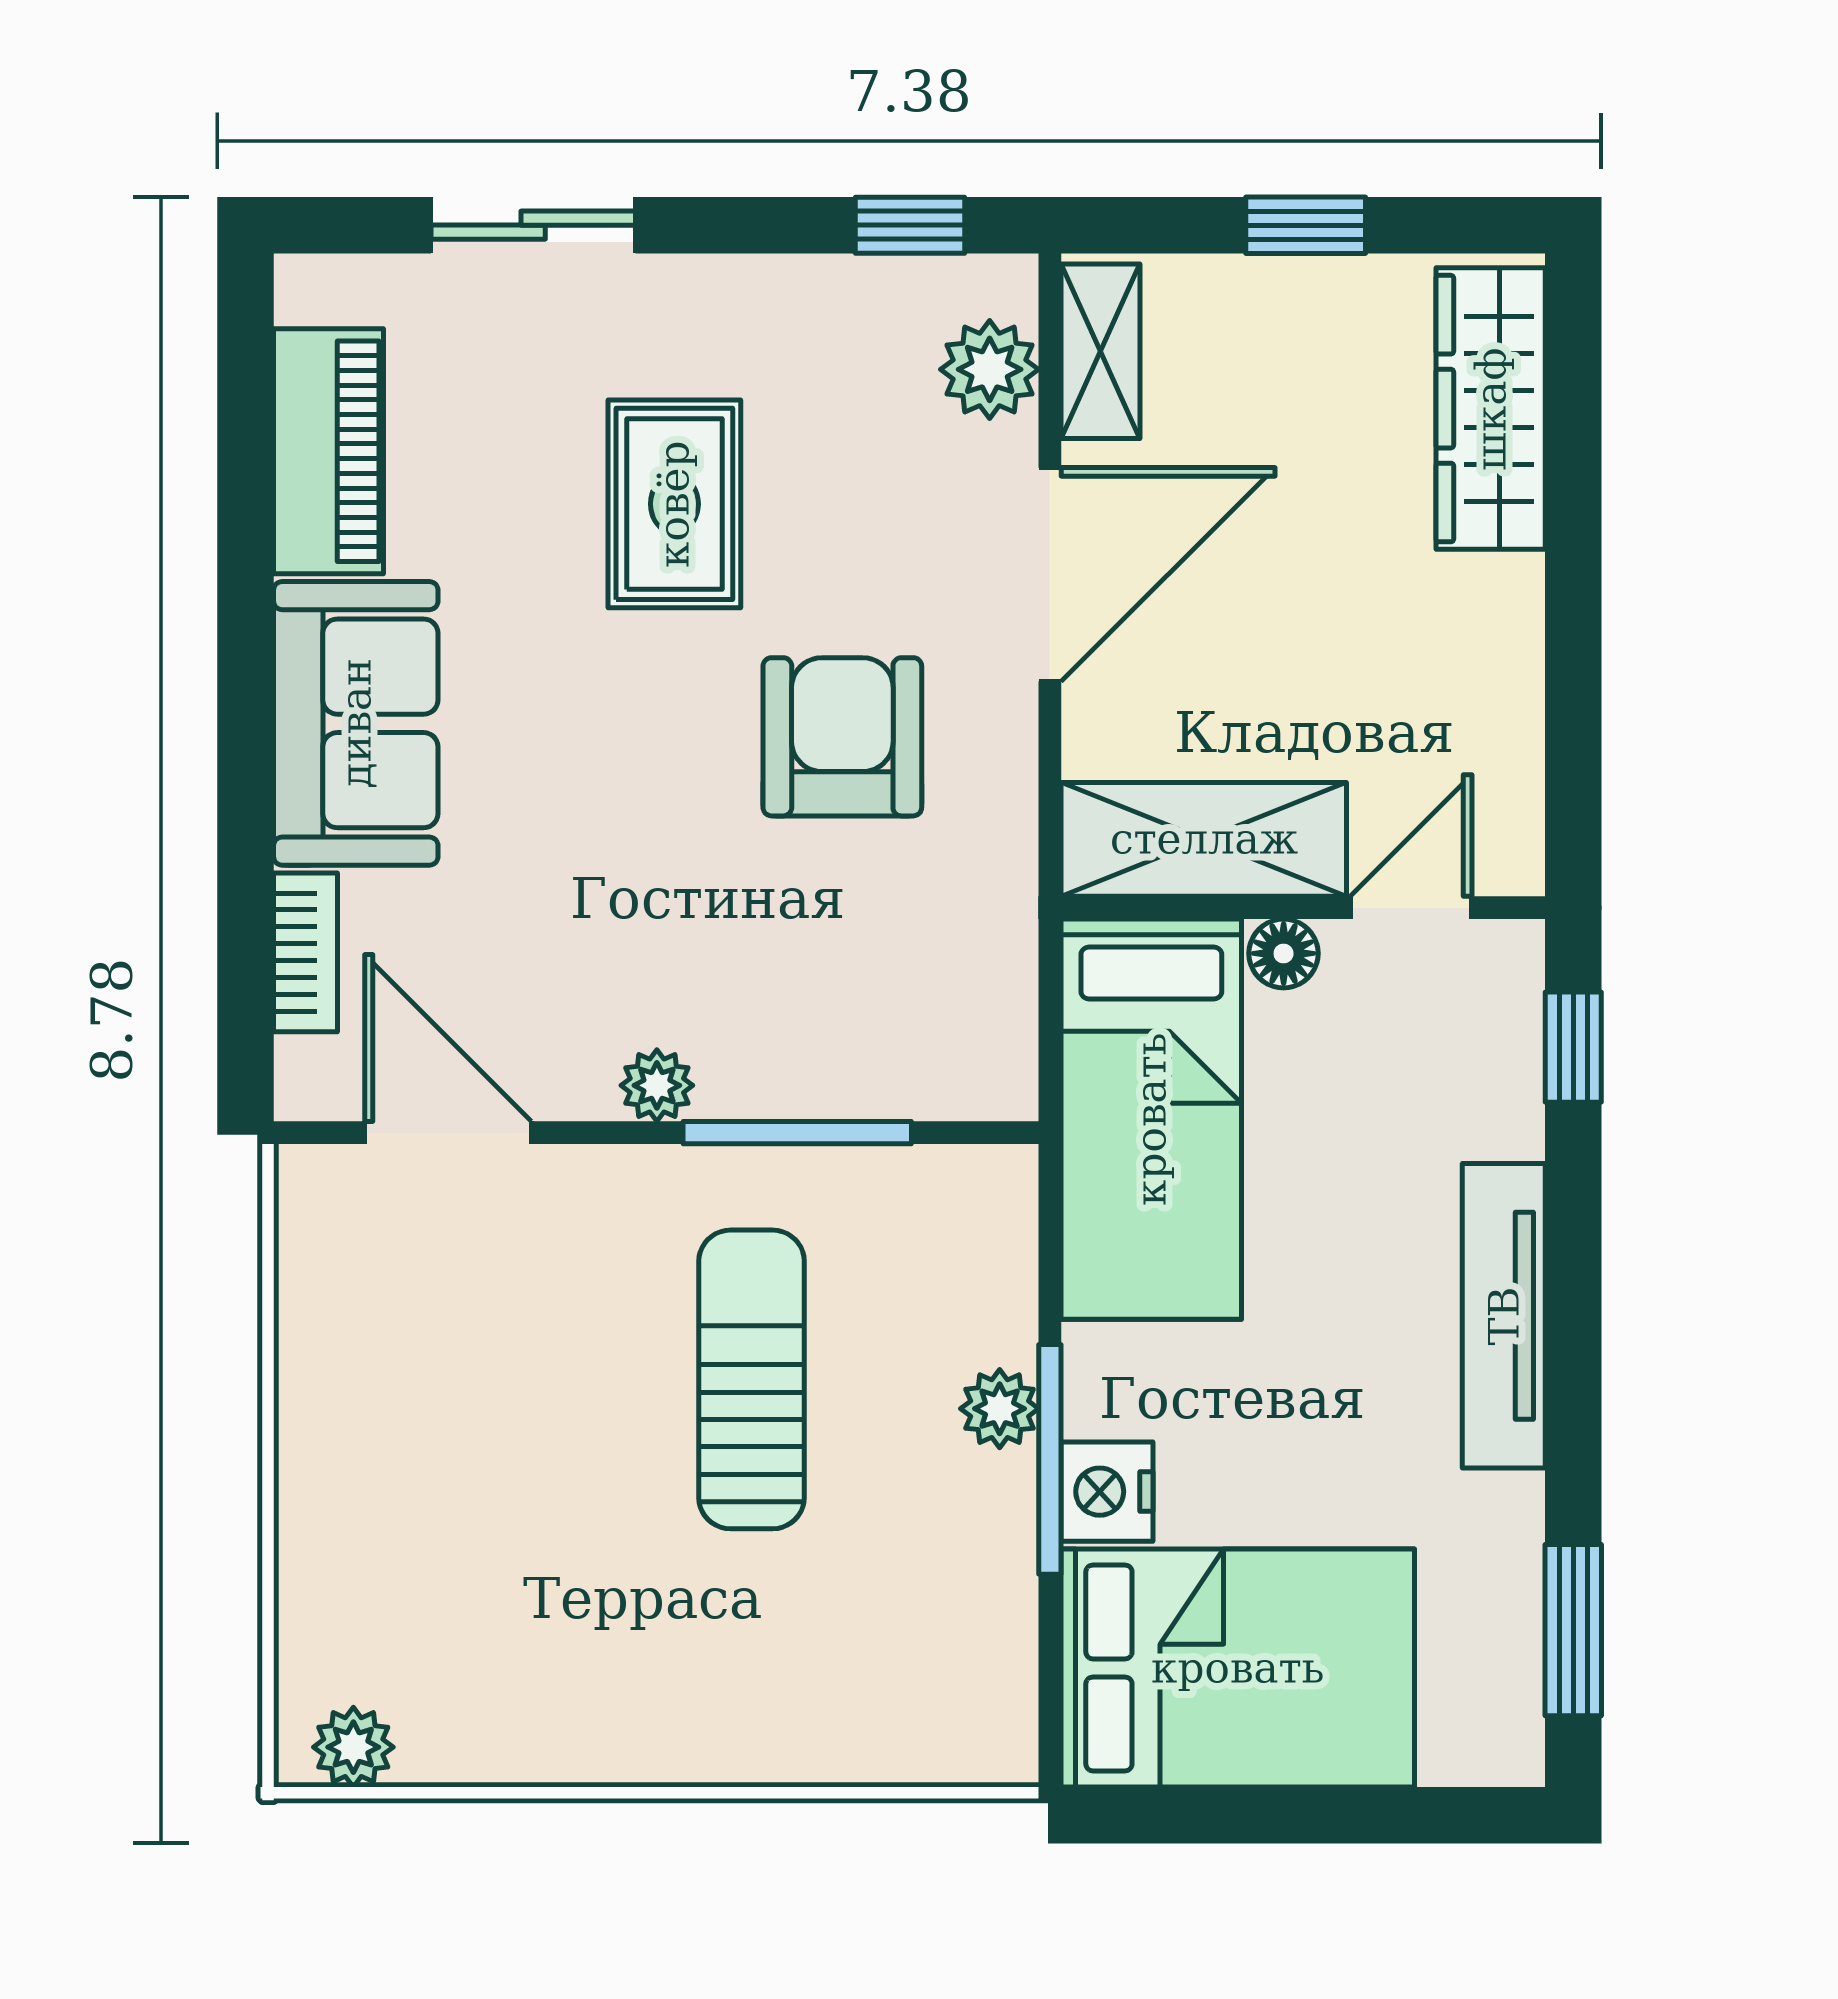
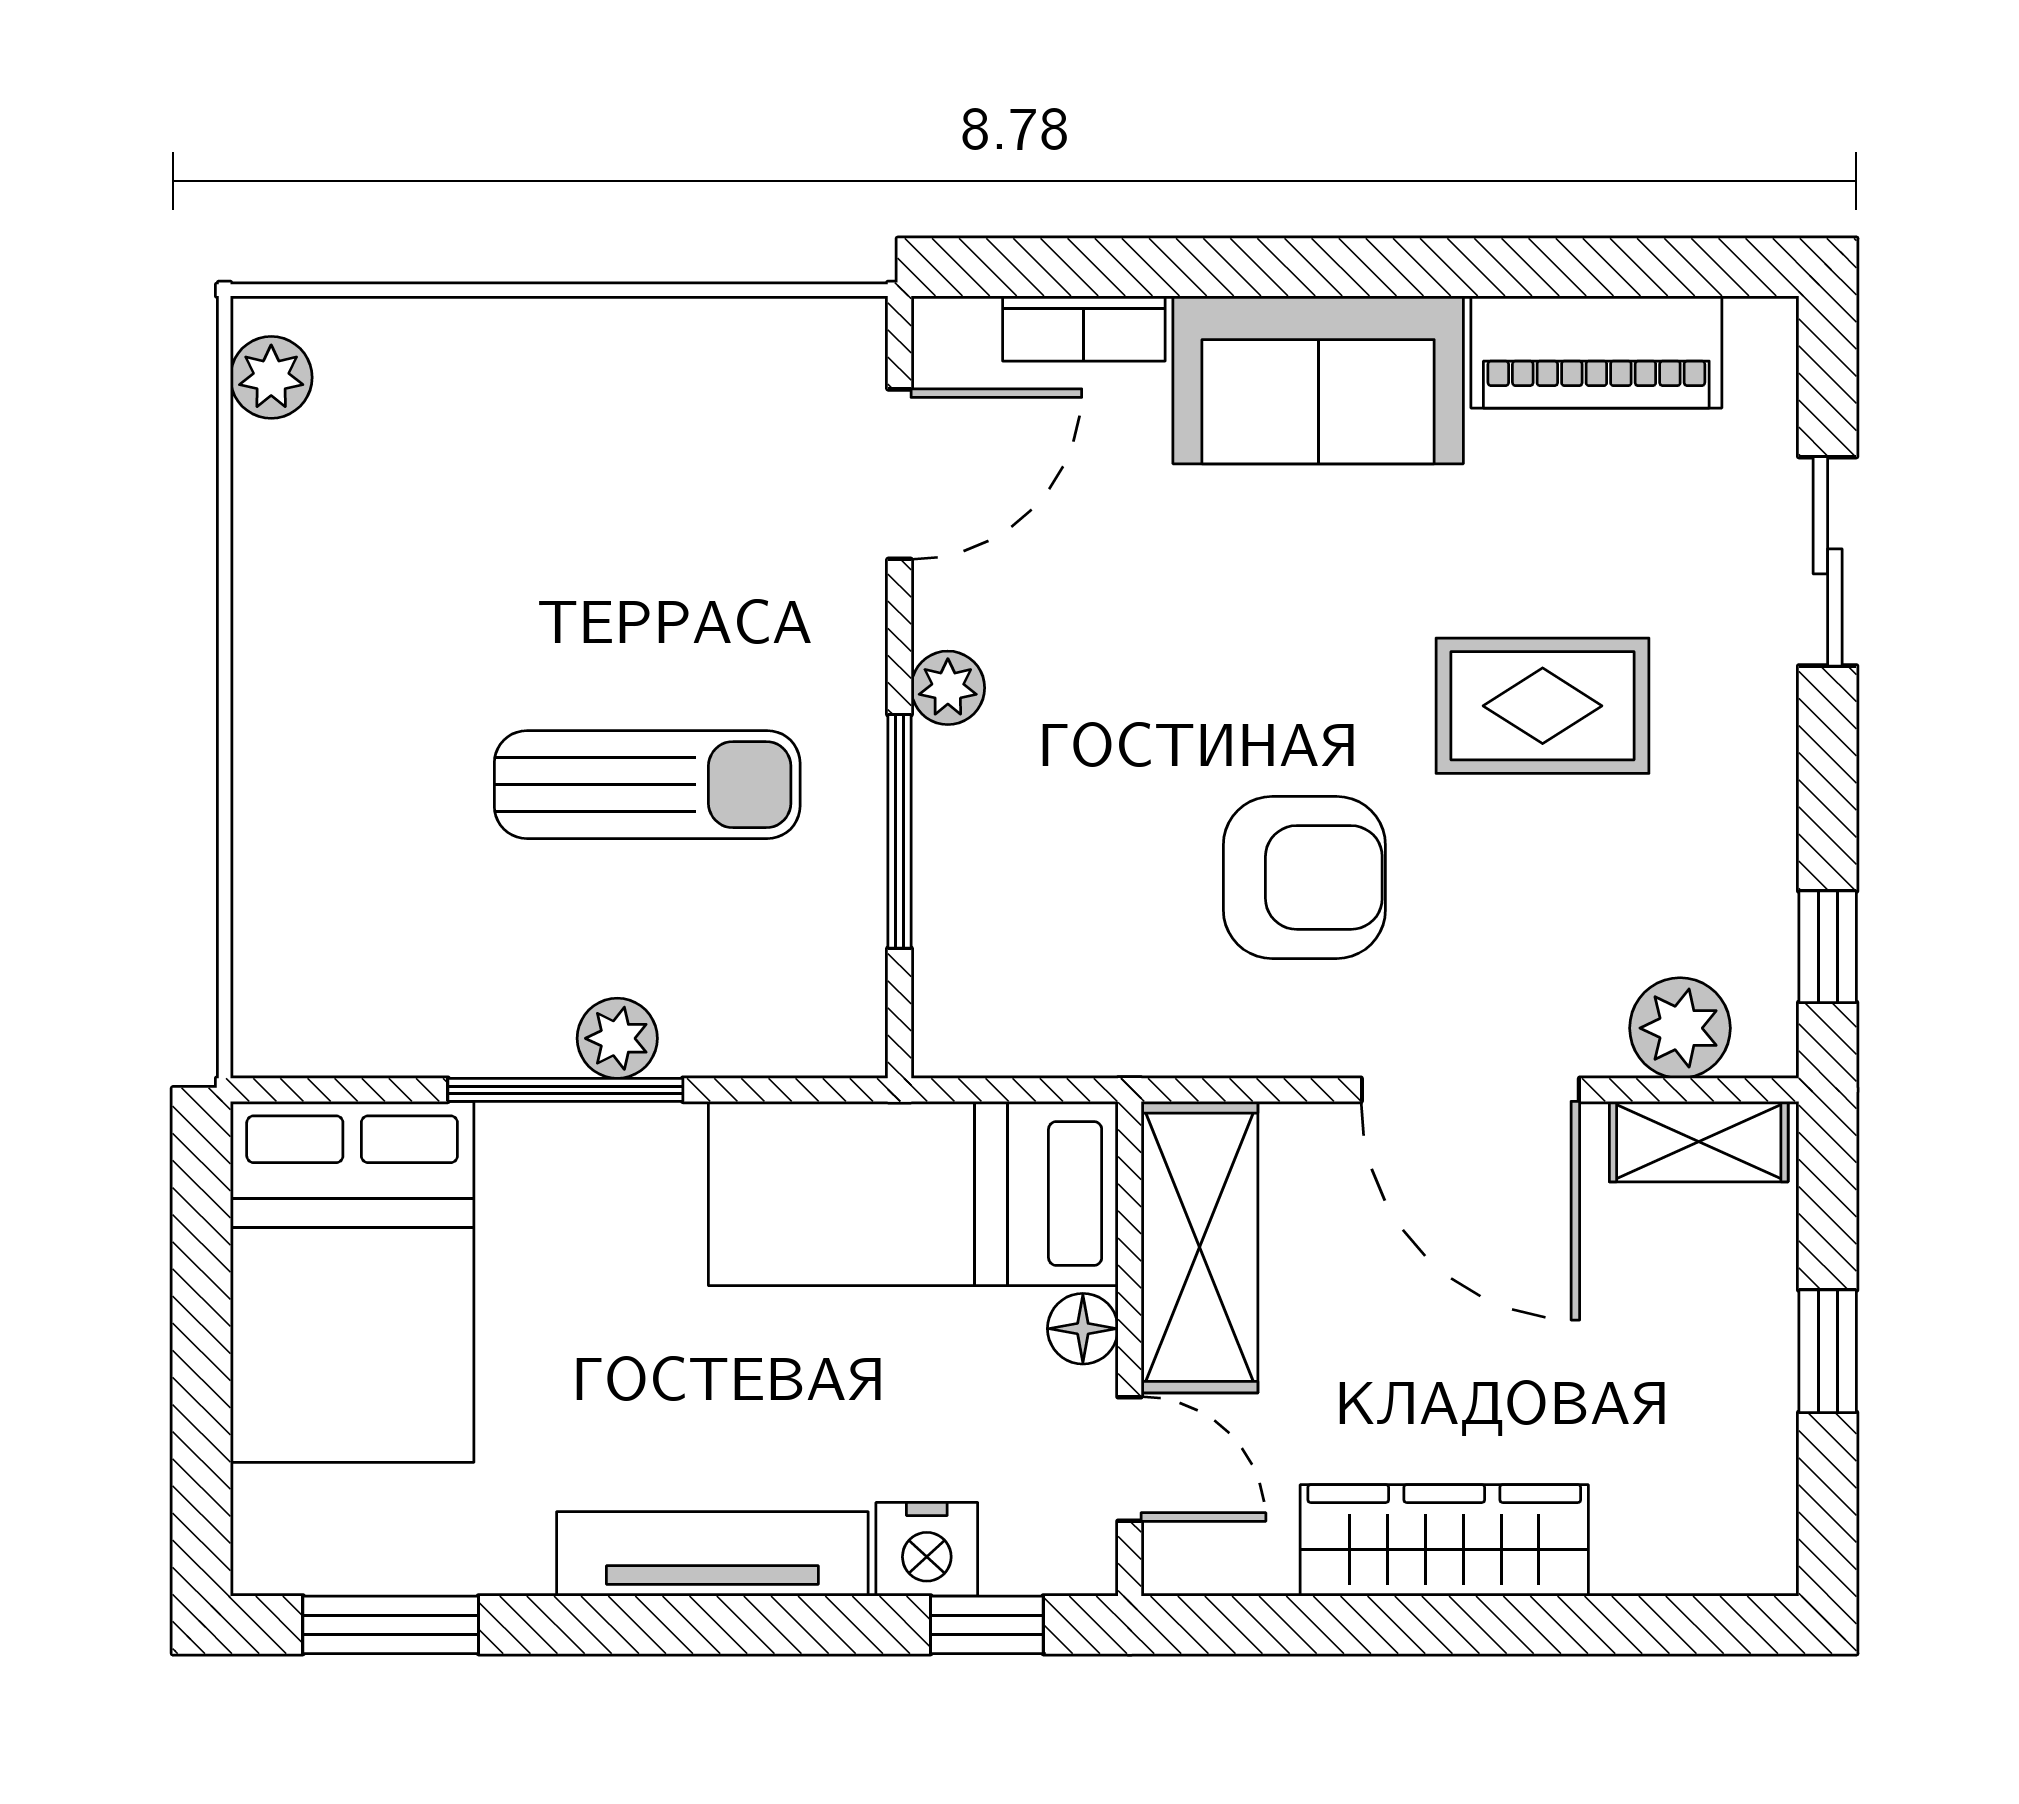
wardrobe: (1491, 409) -> (1444, 1540), moved
nightstand: (1107, 1492) -> (927, 1549), moved, turned 180

